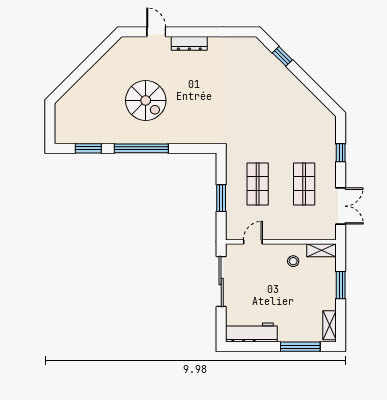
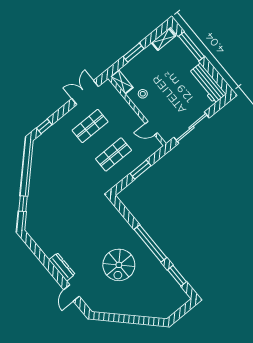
spiral stairs: (146, 100) -> (119, 265), turned 180
window: (341, 153) -> (44, 126), moved

